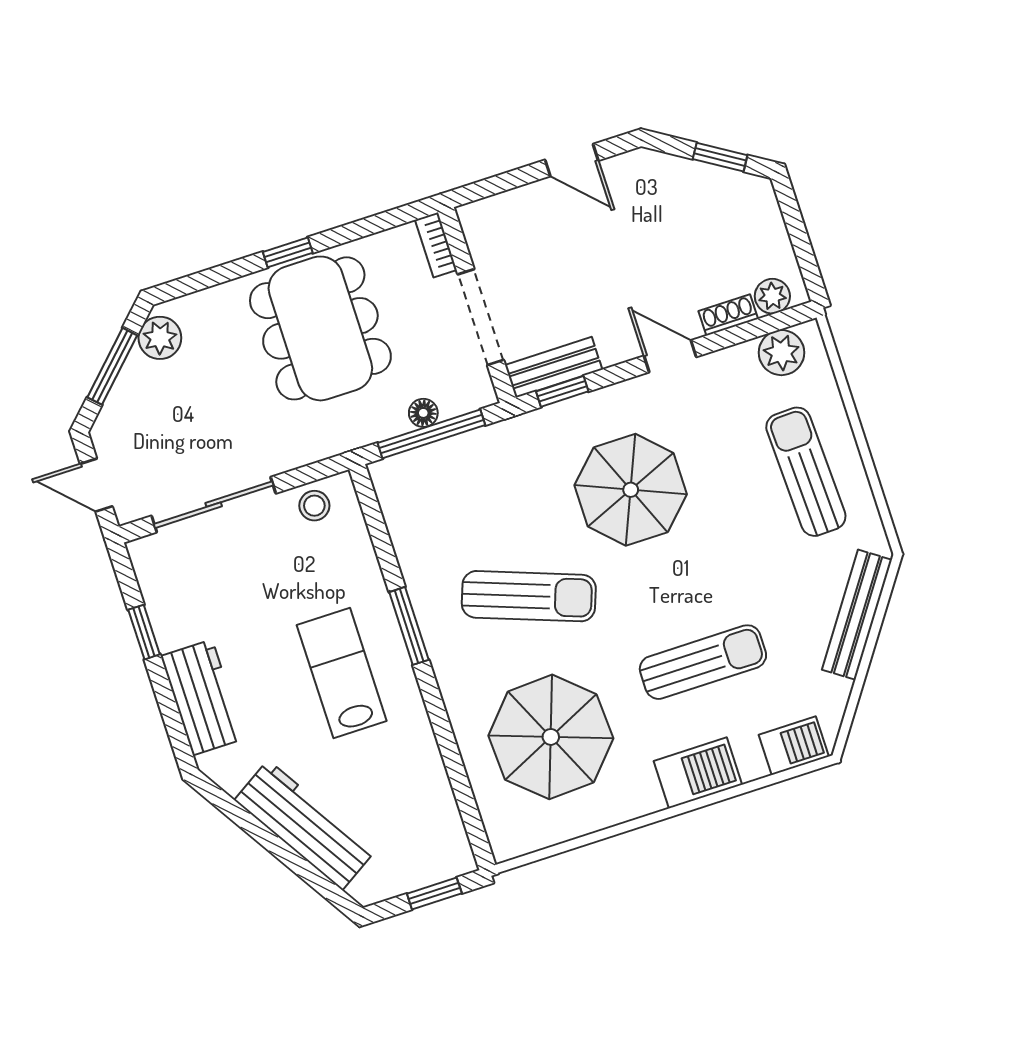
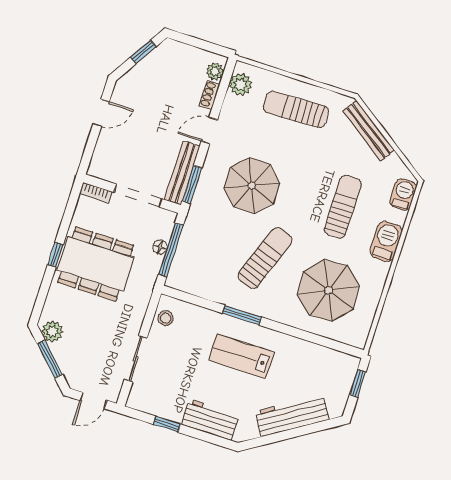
bench: (554, 367) -> (182, 173), width x1.36
window: (562, 391) -> (192, 184), width x1.50
sliding door: (214, 505) -> (136, 359), width x0.73

